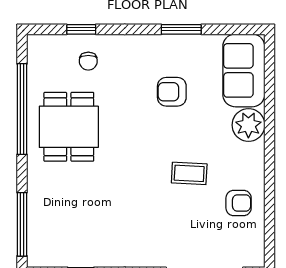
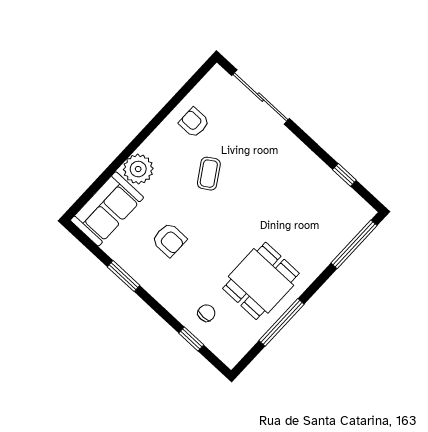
window: (22, 109) -> (281, 322), width x0.68
coffee table: (189, 173) -> (209, 174), turned 54

